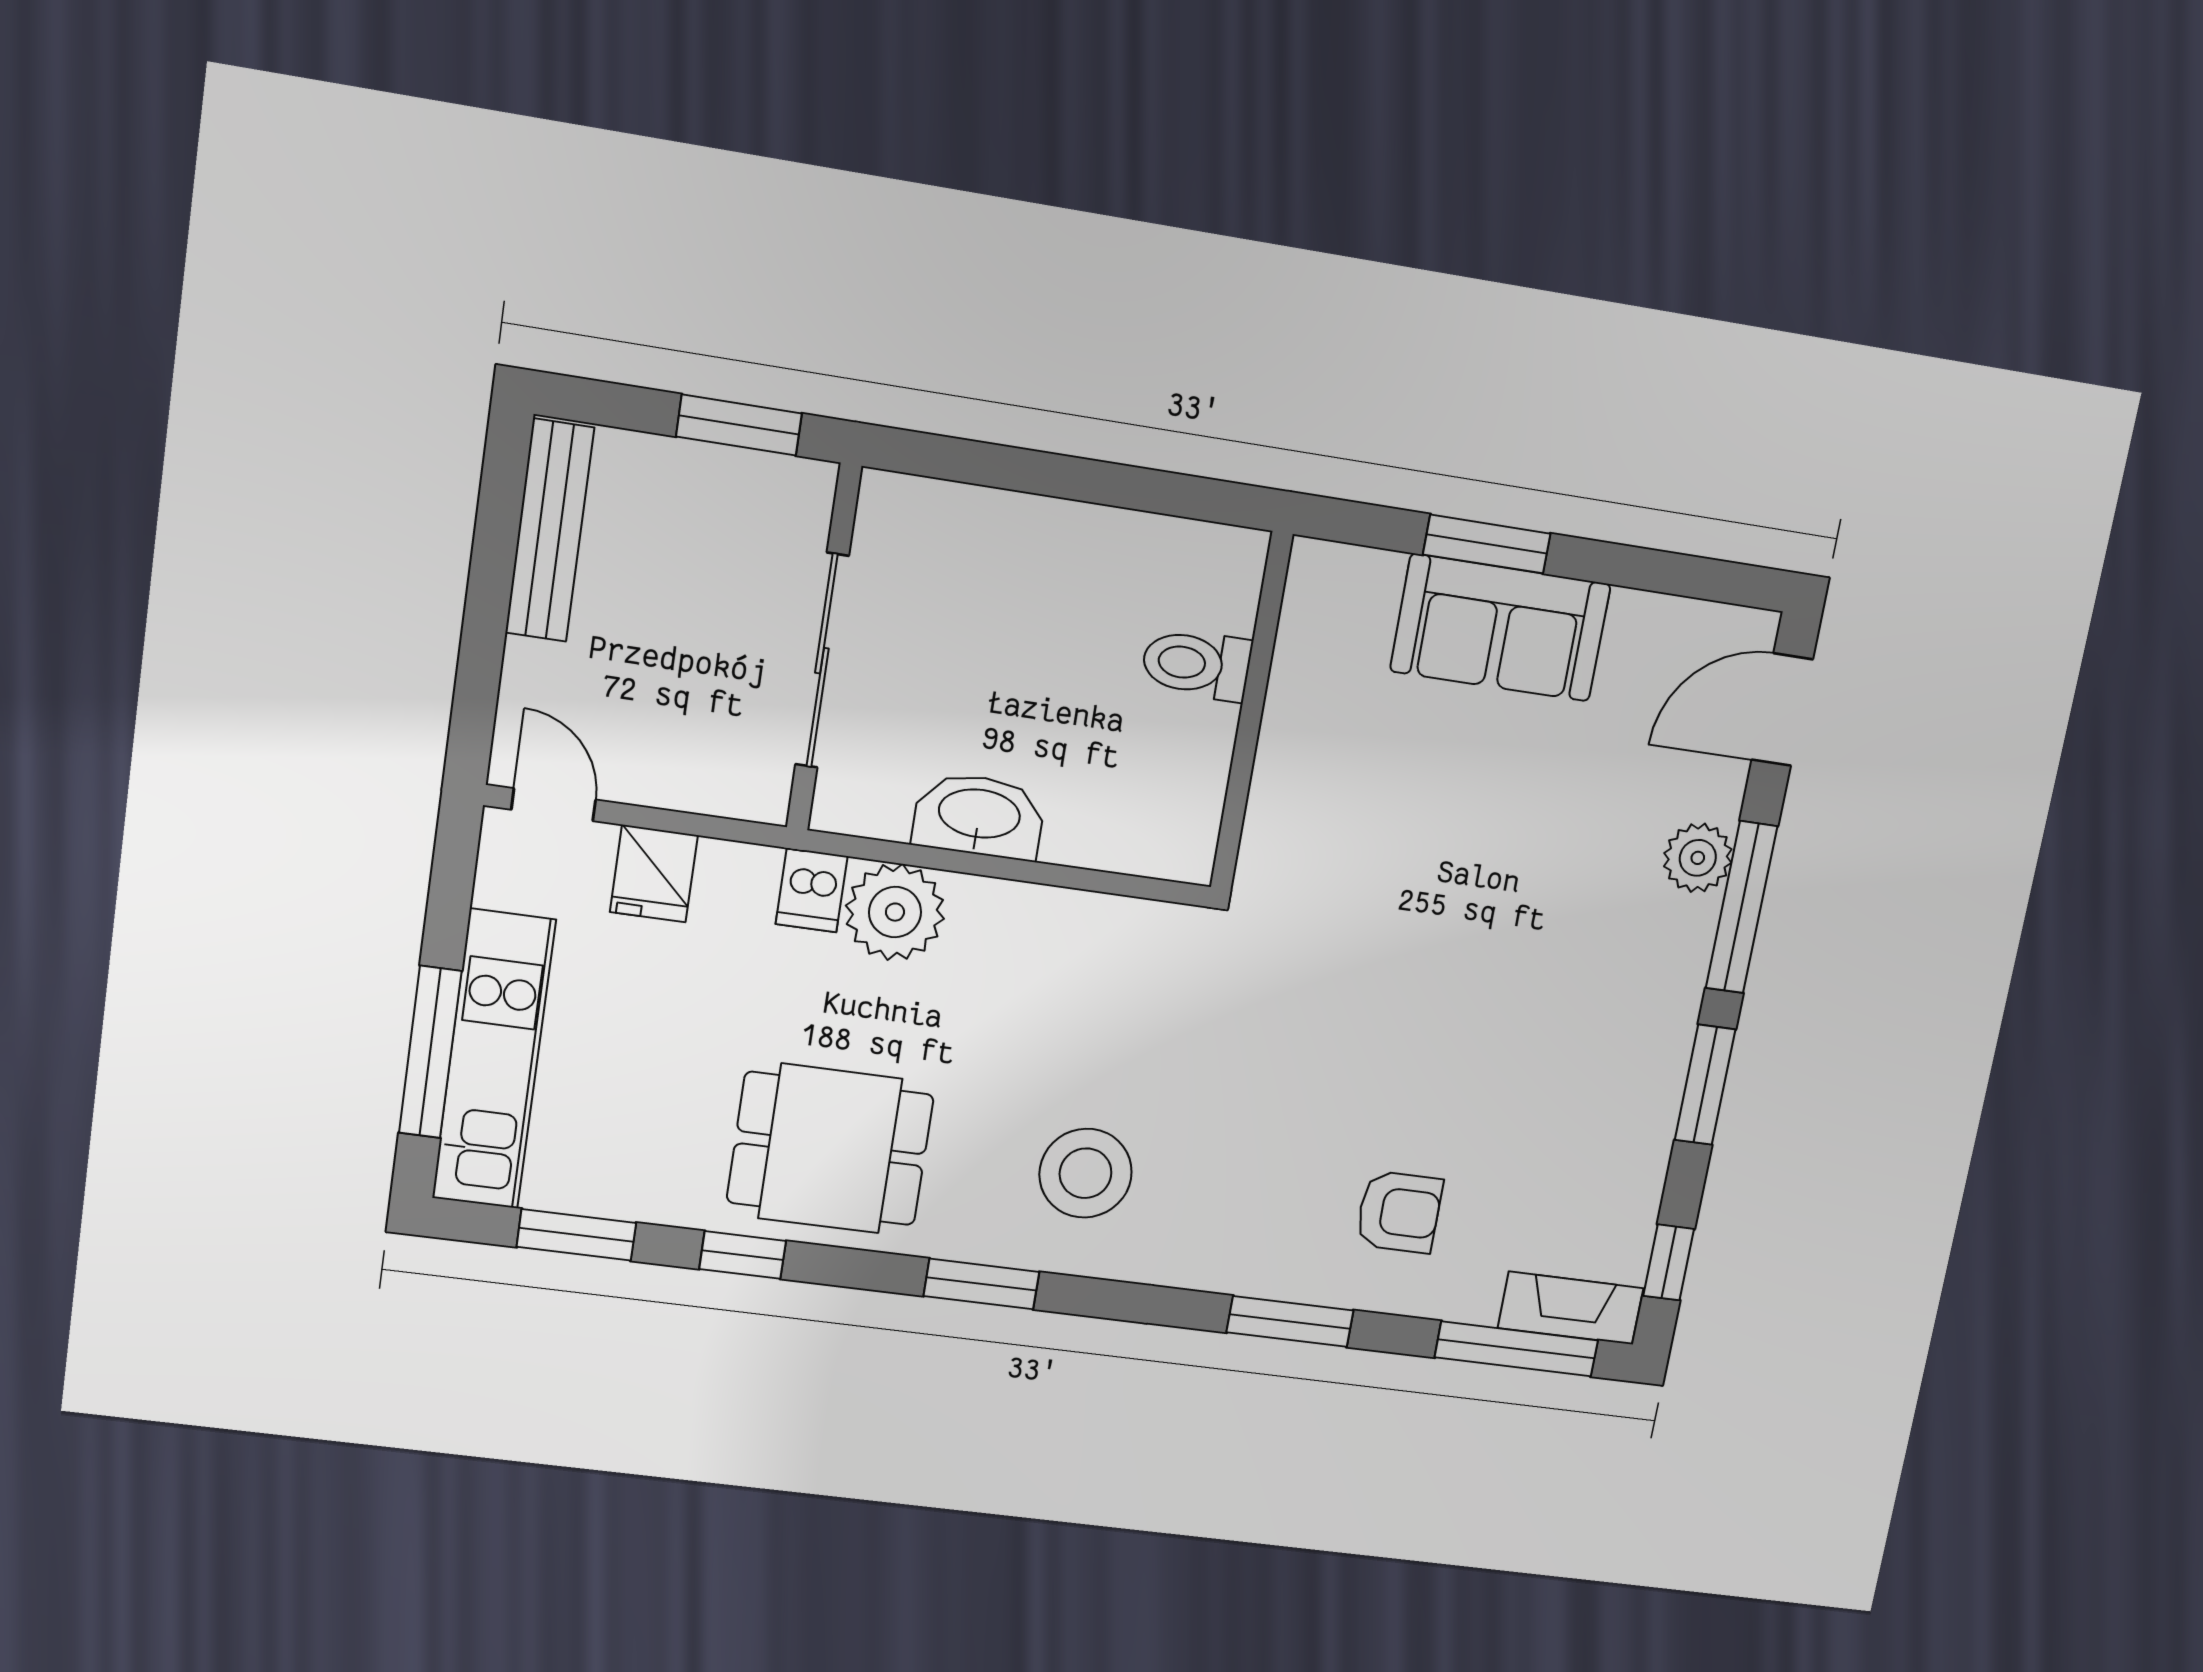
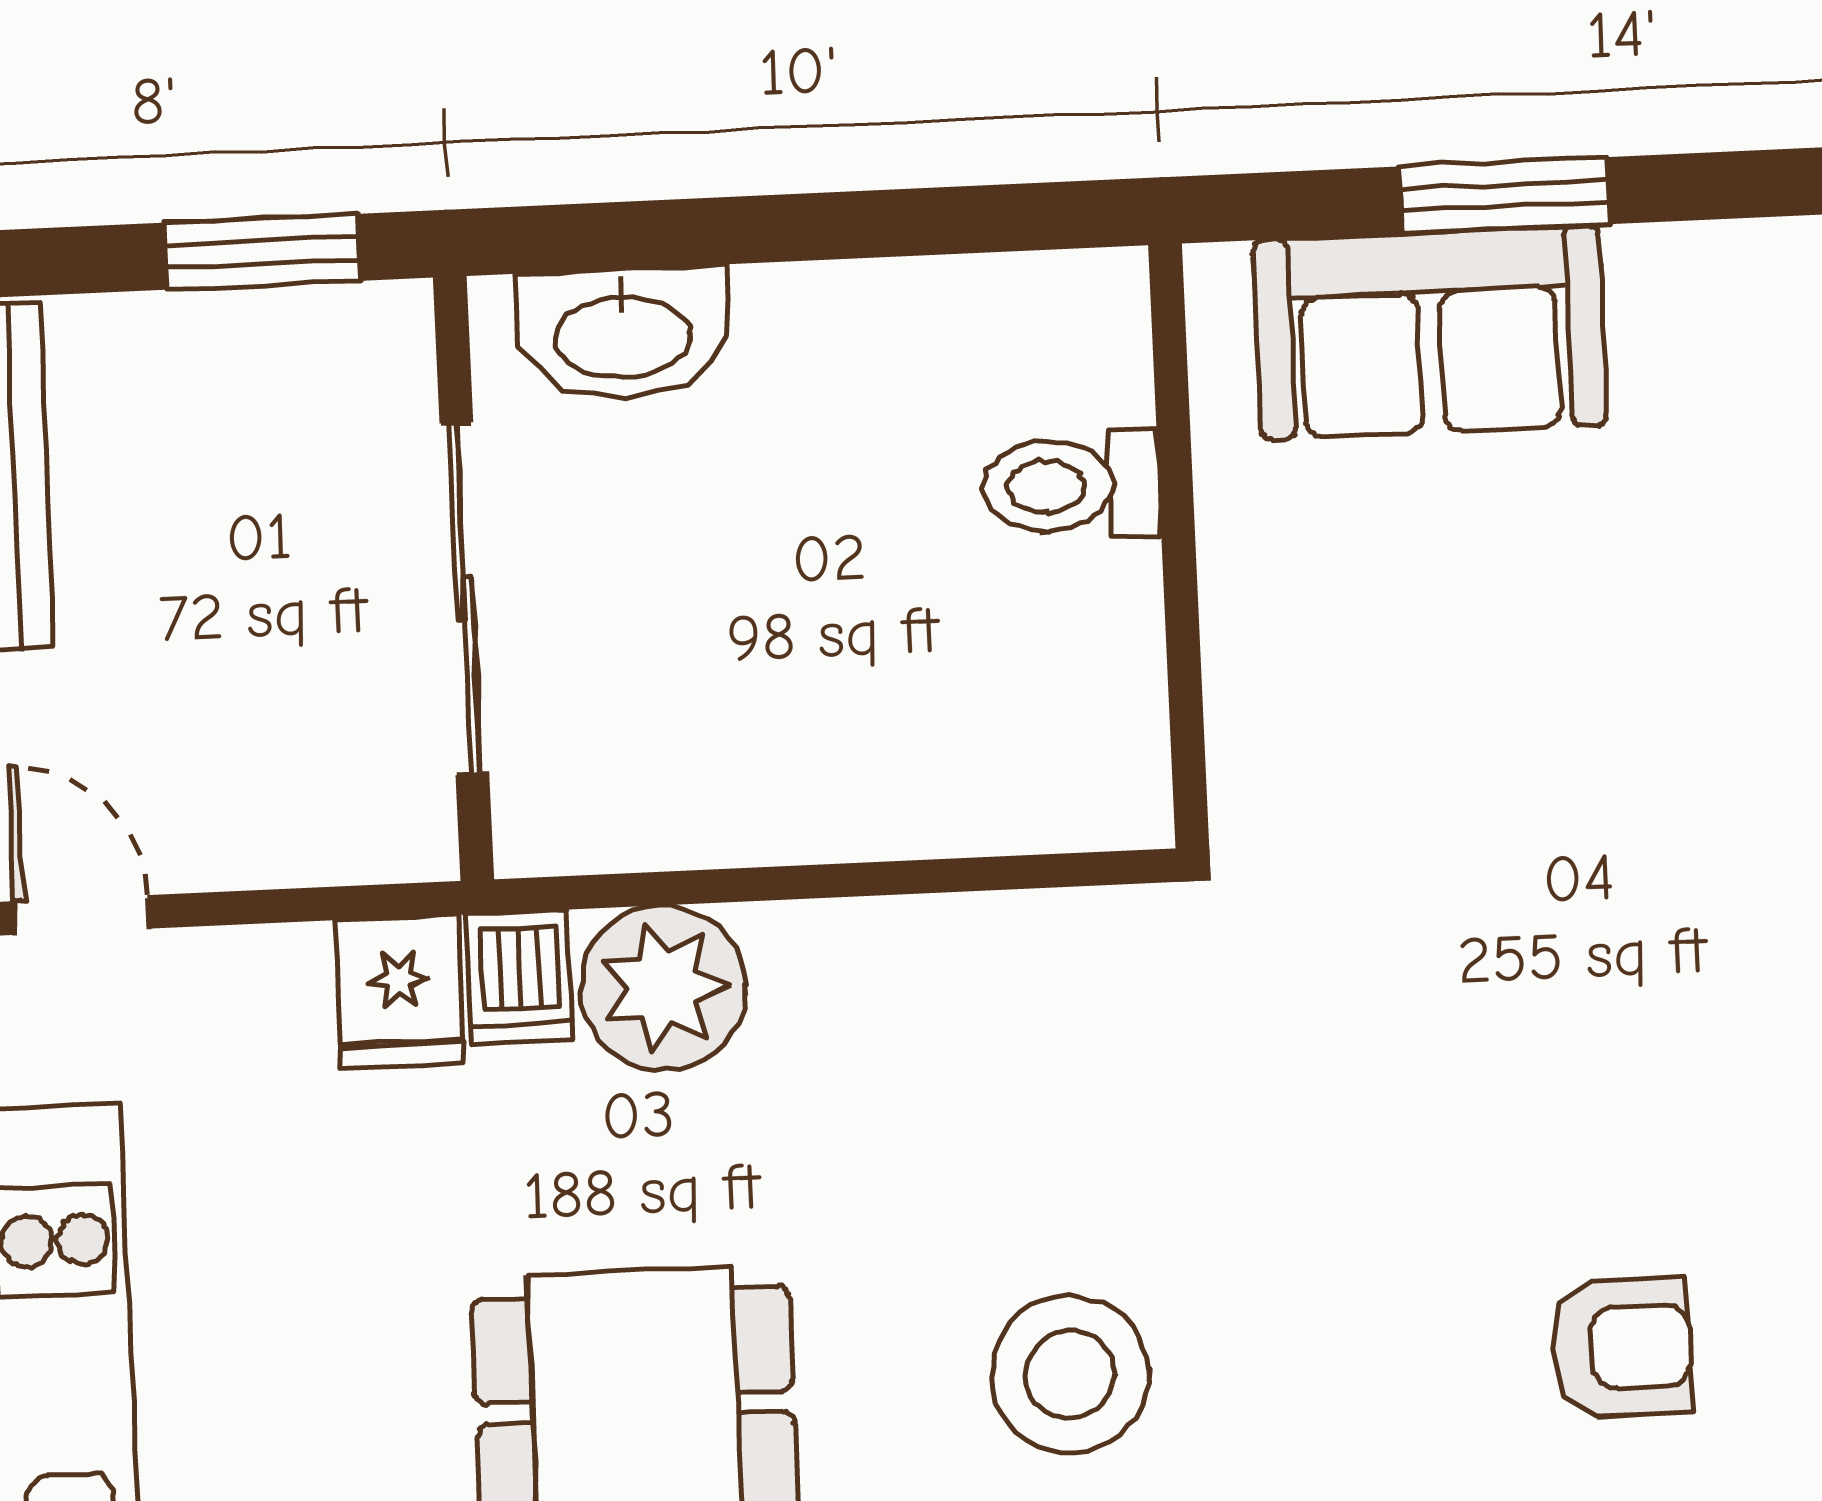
sofa: (1500, 628) -> (1430, 332), moved
washbasin: (979, 816) -> (623, 334), moved, turned 180
fridge: (654, 874) -> (399, 991), moved

